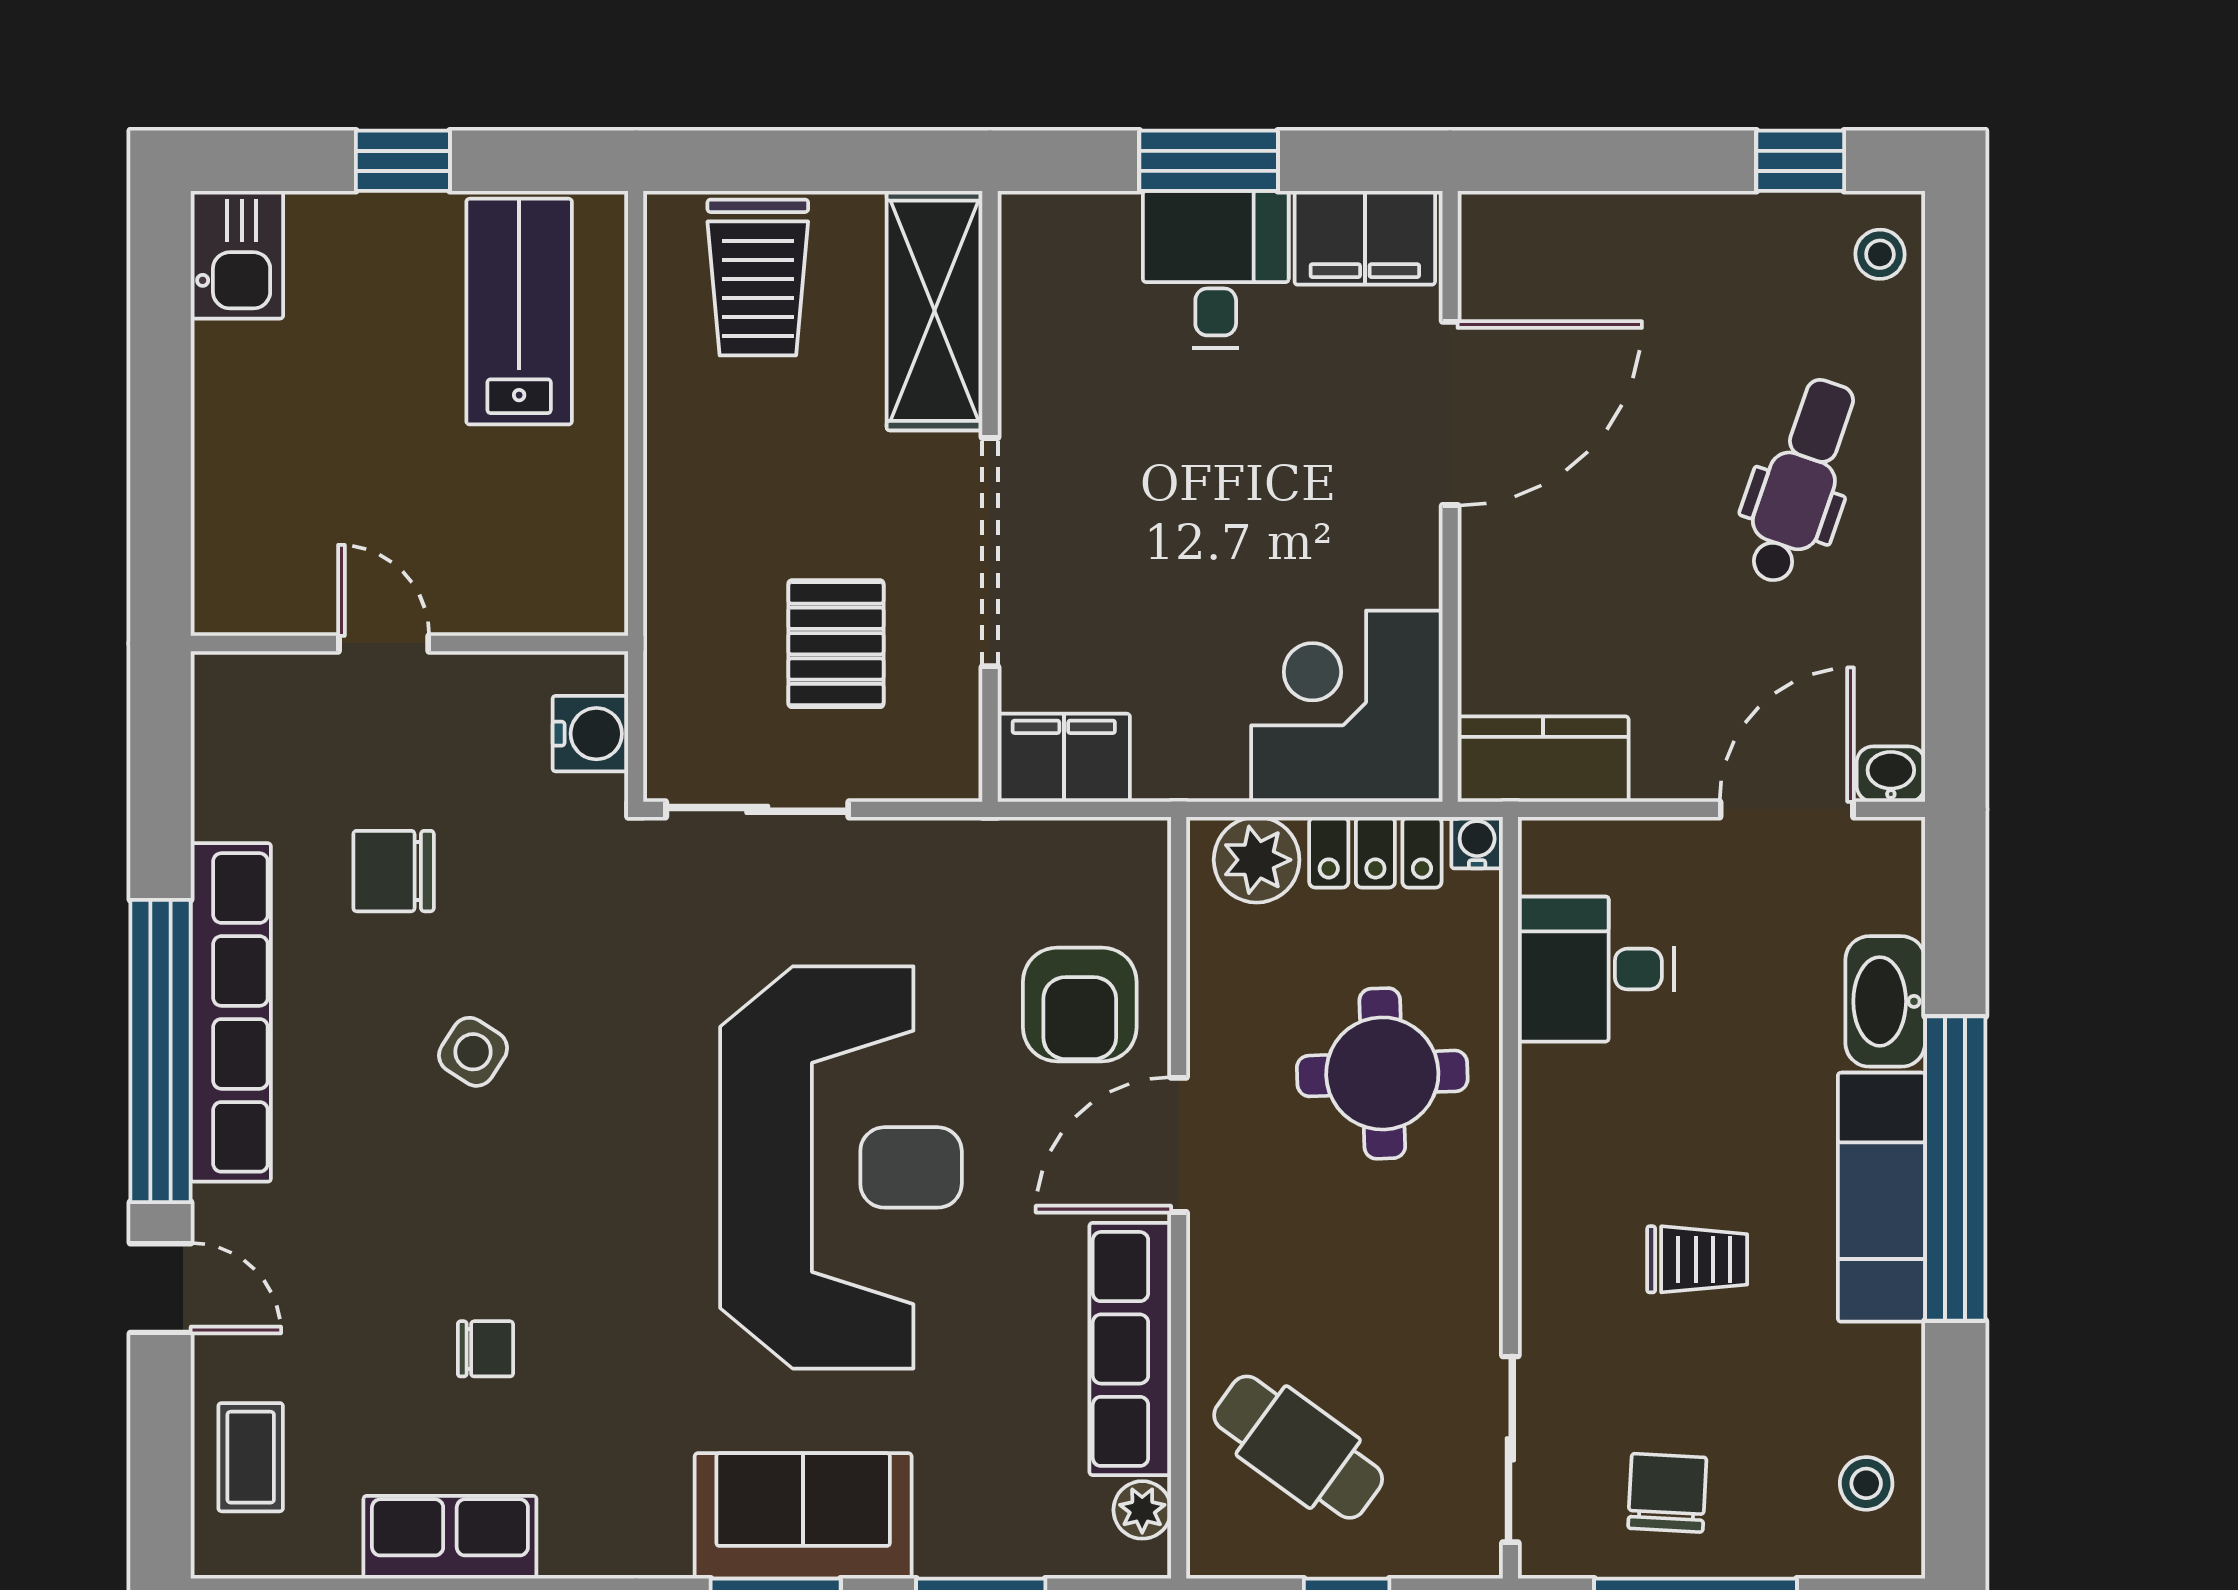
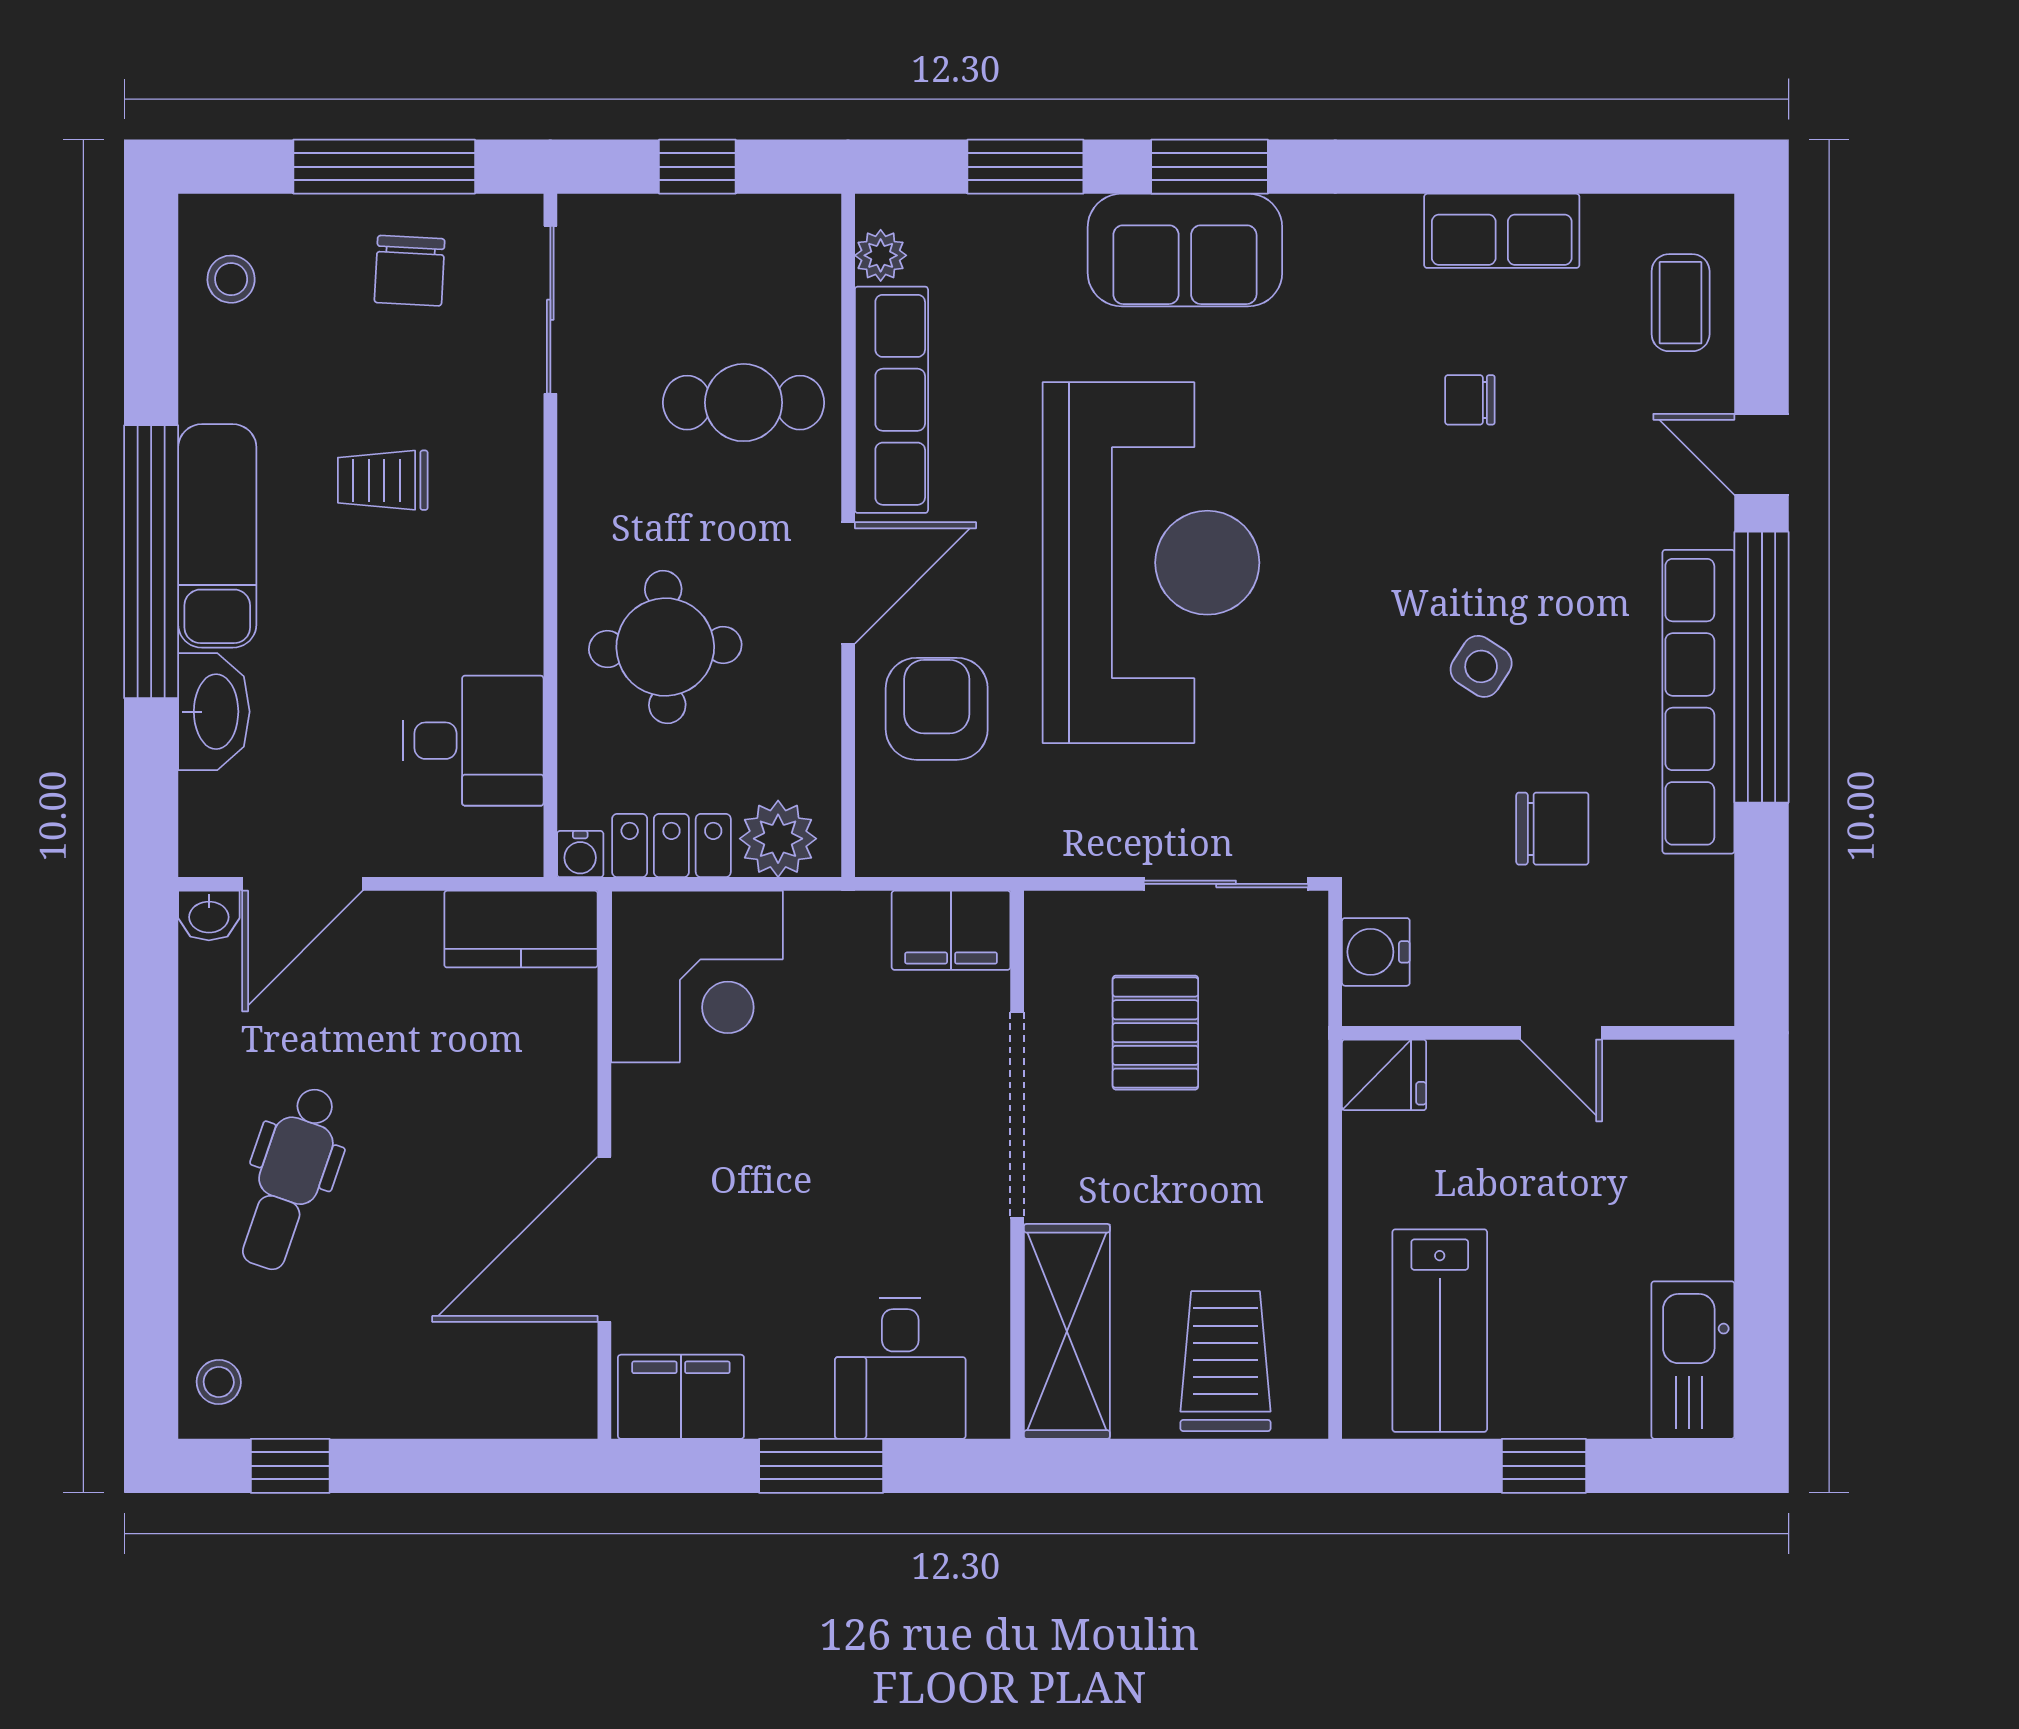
kitchen sink: (237, 255) -> (1693, 1360), width x1.38
desk: (1216, 270) -> (900, 1368), moved
fridge: (581, 597) -> (1384, 1075), added
reception desk: (841, 1167) -> (1151, 563), turned 180
cafe table: (1298, 1447) -> (744, 403), moved, turned -36

